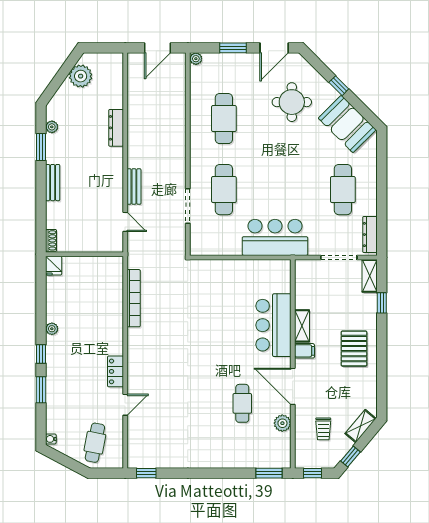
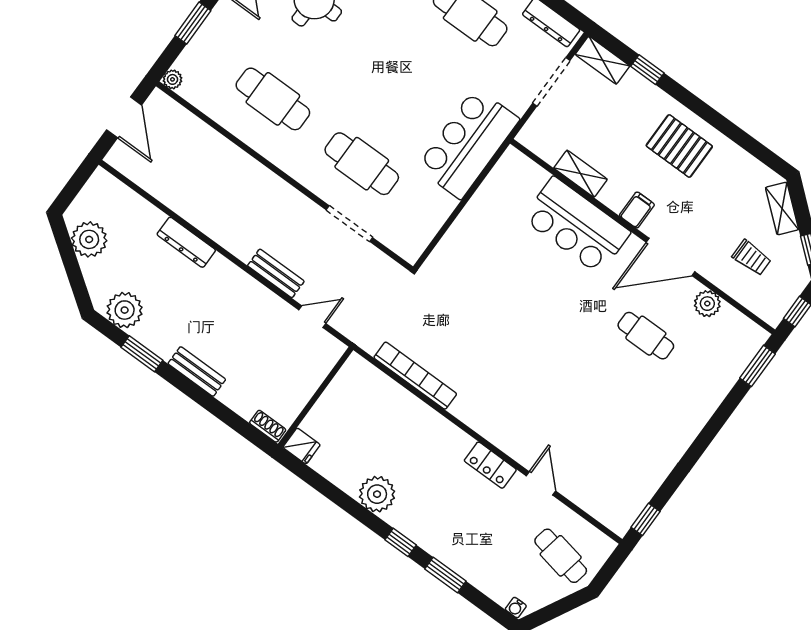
plant: (52, 127) -> (125, 310), width x1.87, depth x1.87
shelving: (302, 326) -> (581, 174), moved
plant: (52, 329) -> (377, 494), width x1.88, depth x1.88

